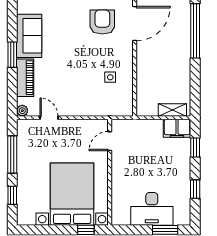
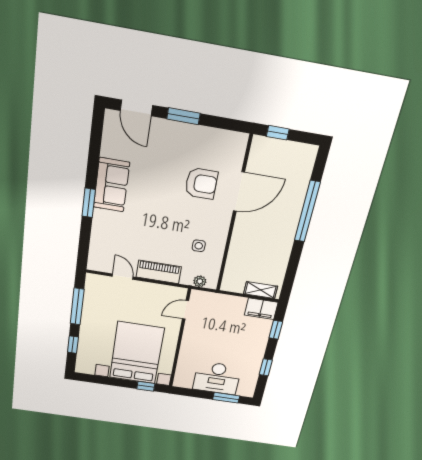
armchair: (102, 22) -> (201, 184), turned 90
piano: (25, 78) -> (159, 272), moved, turned -90
plant: (22, 111) -> (200, 281), moved

